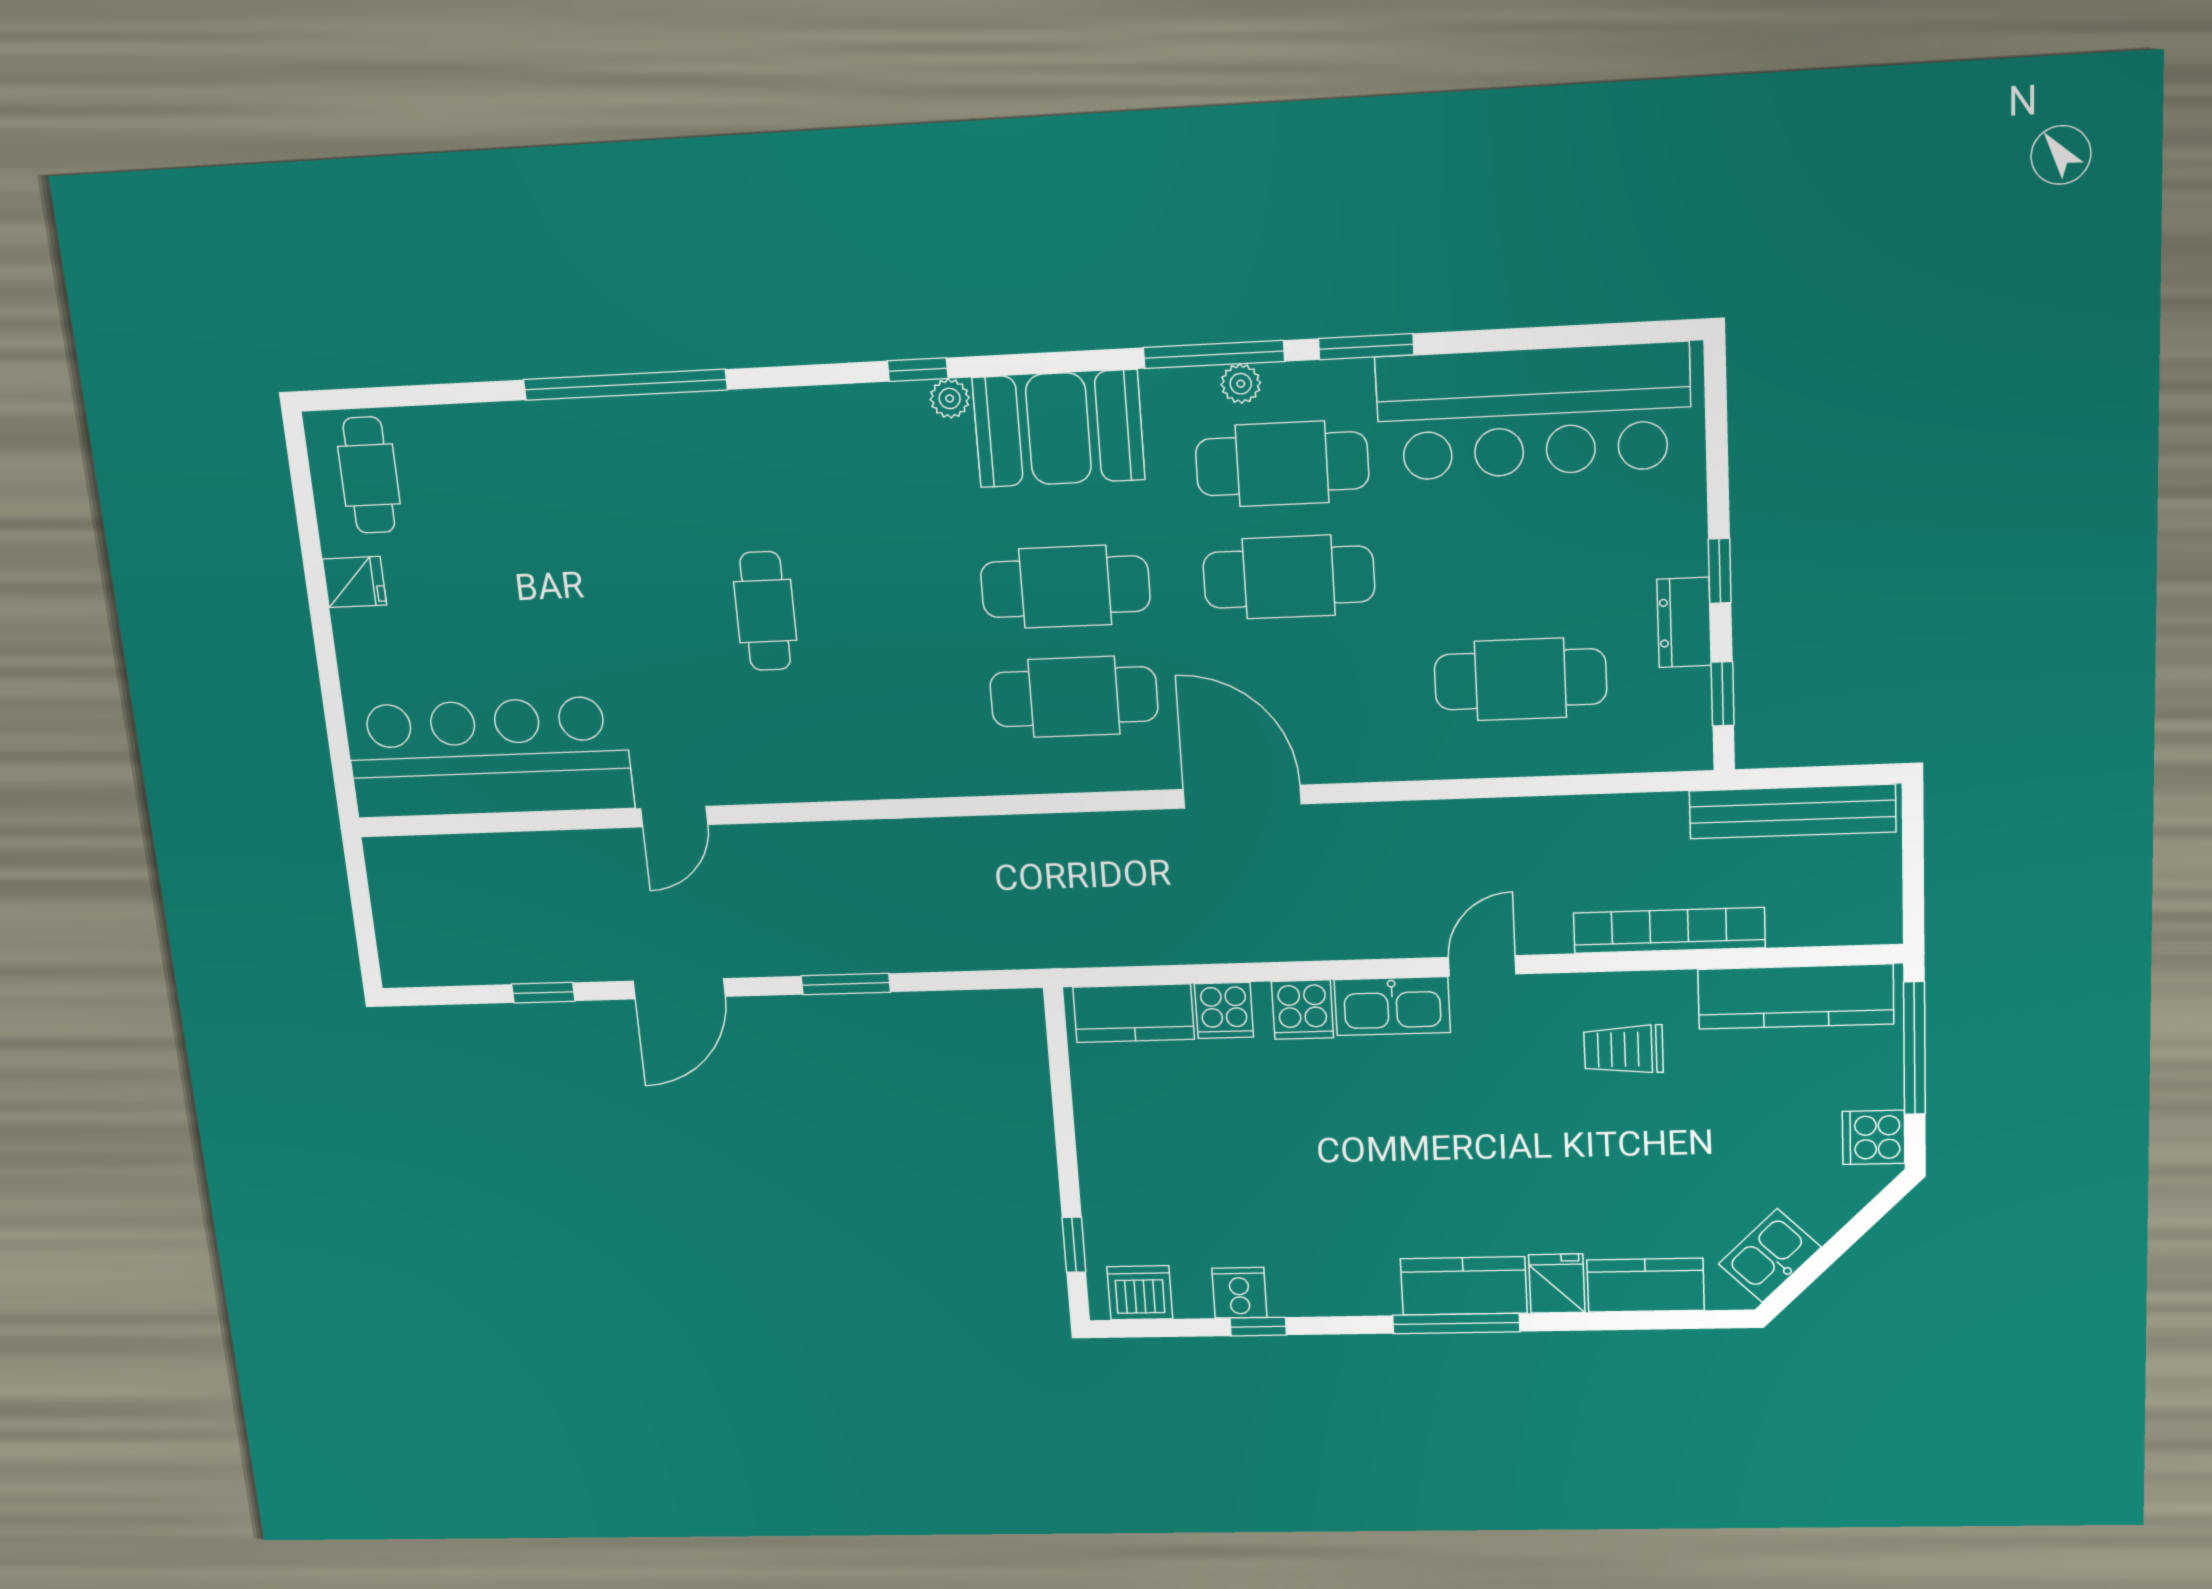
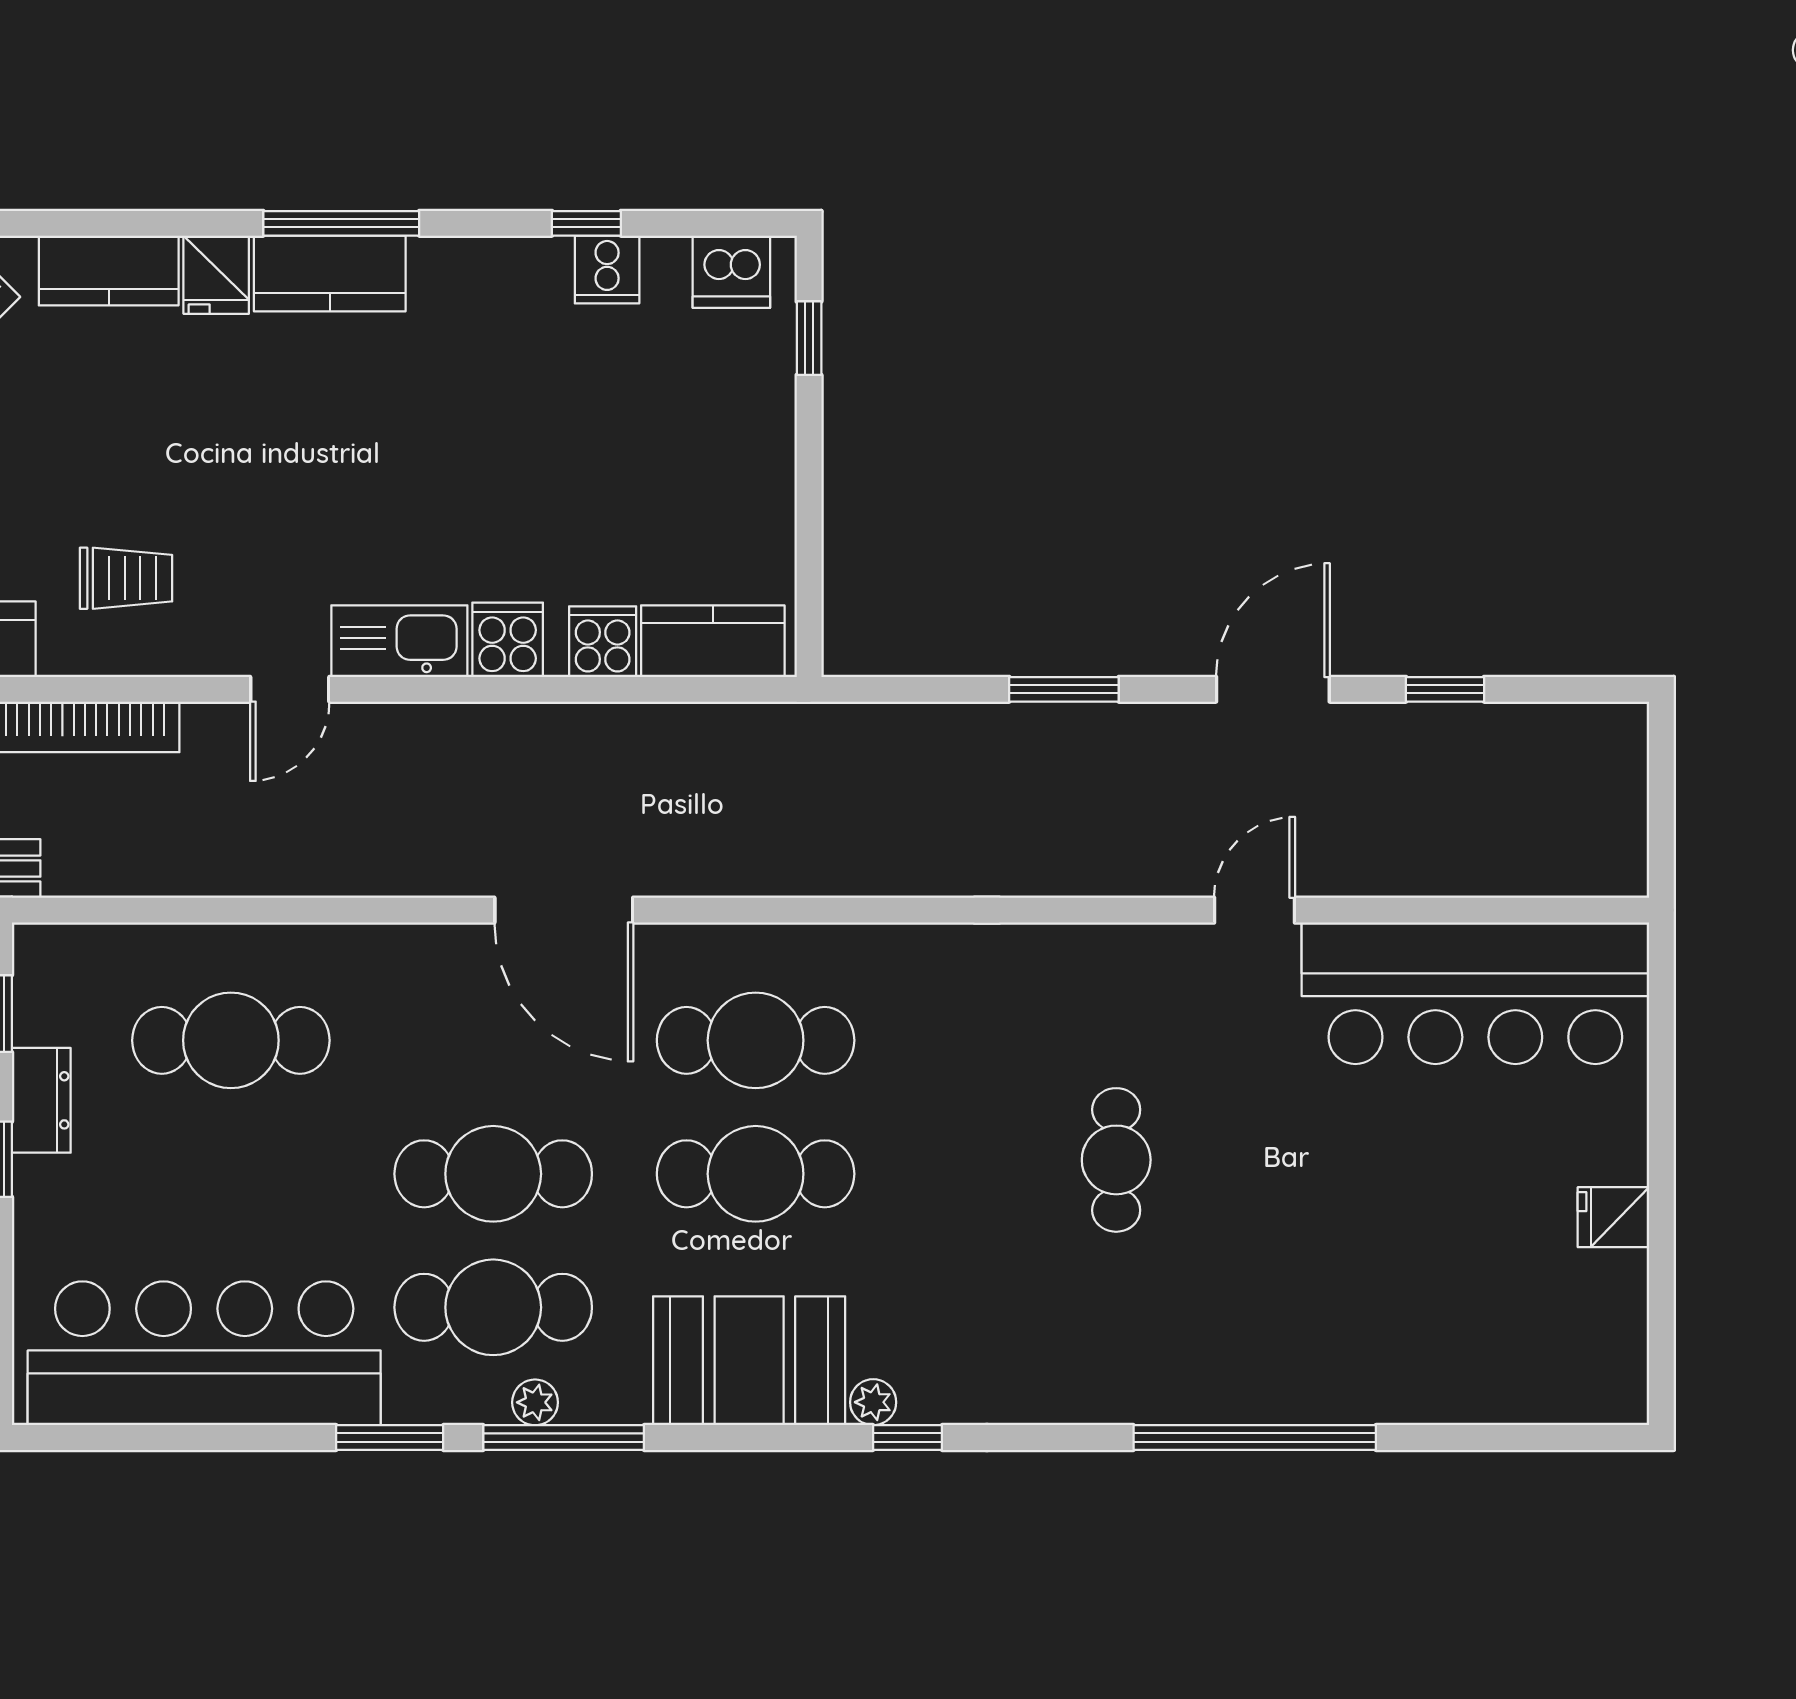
cafe table: (369, 475) -> (1578, 1346), removed

